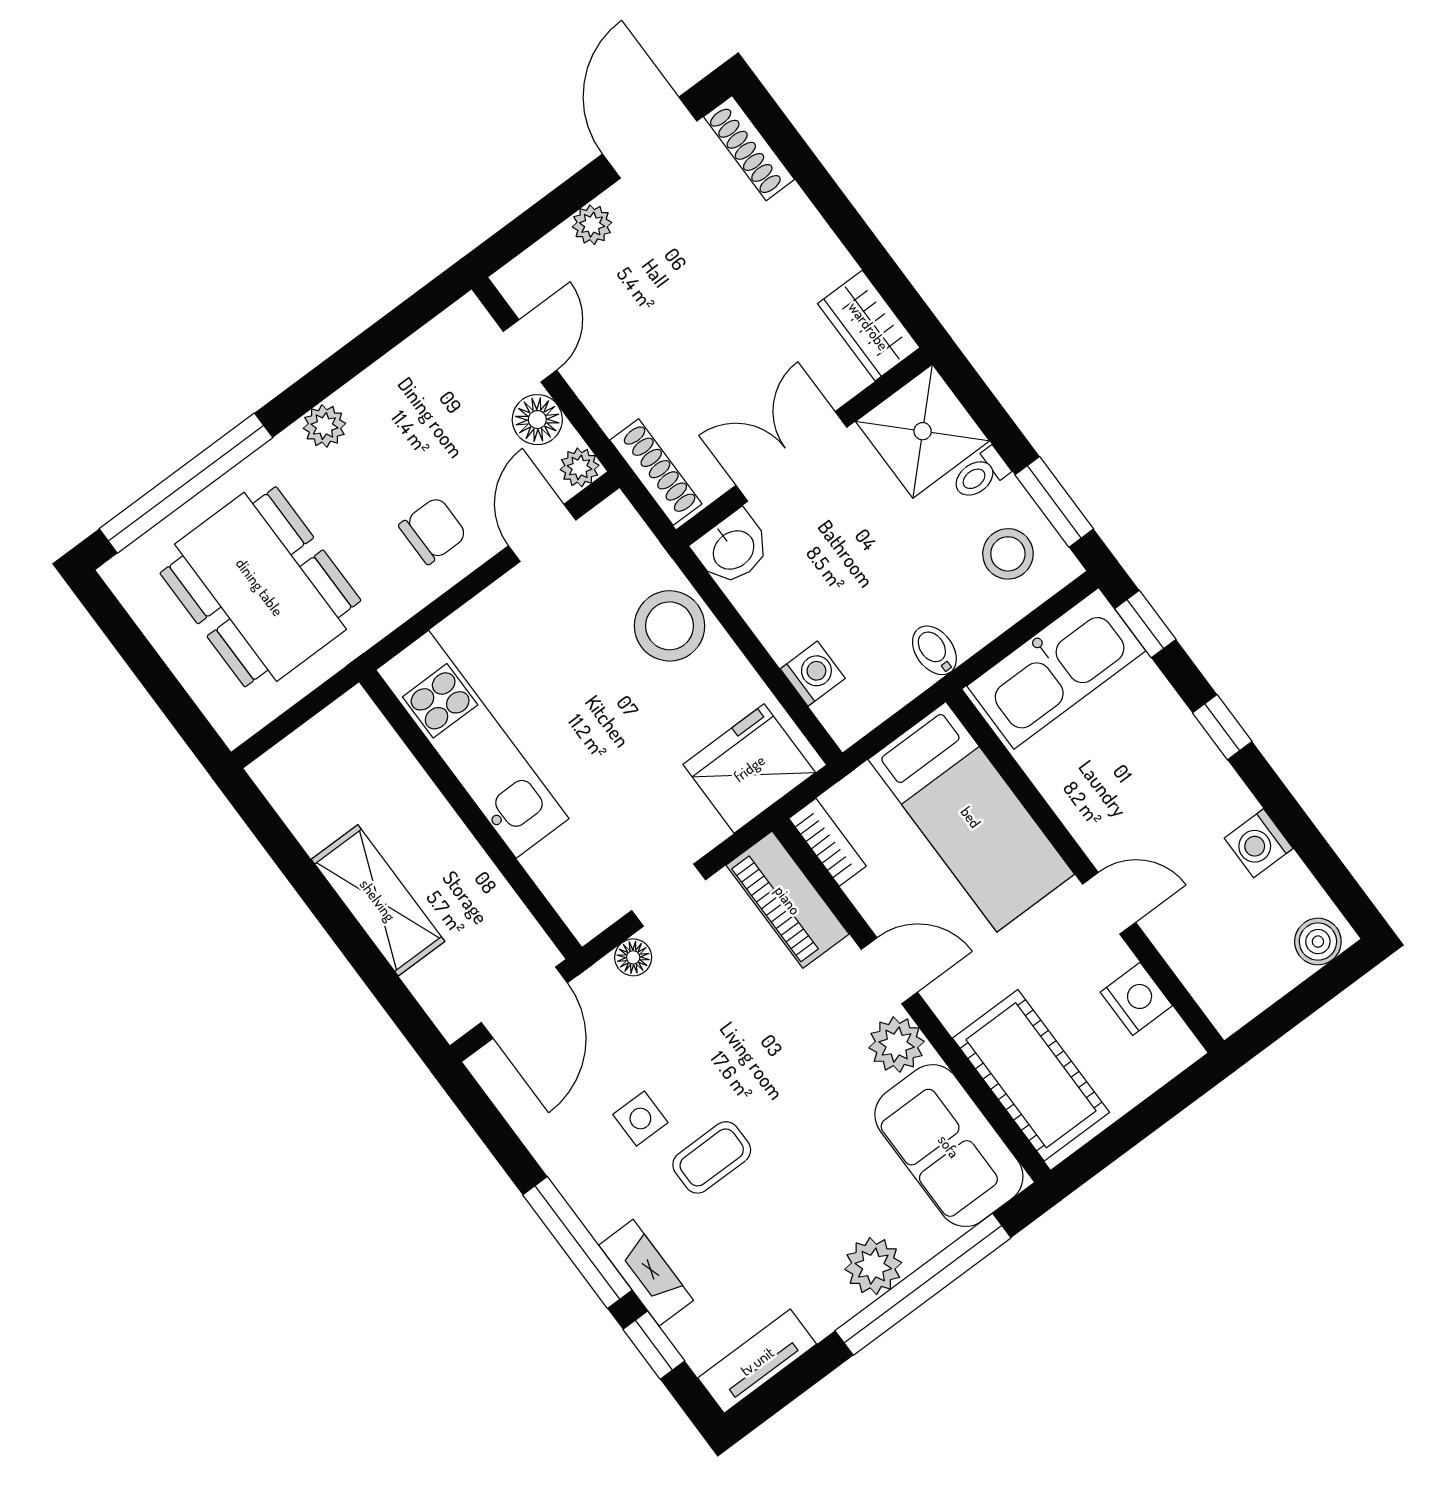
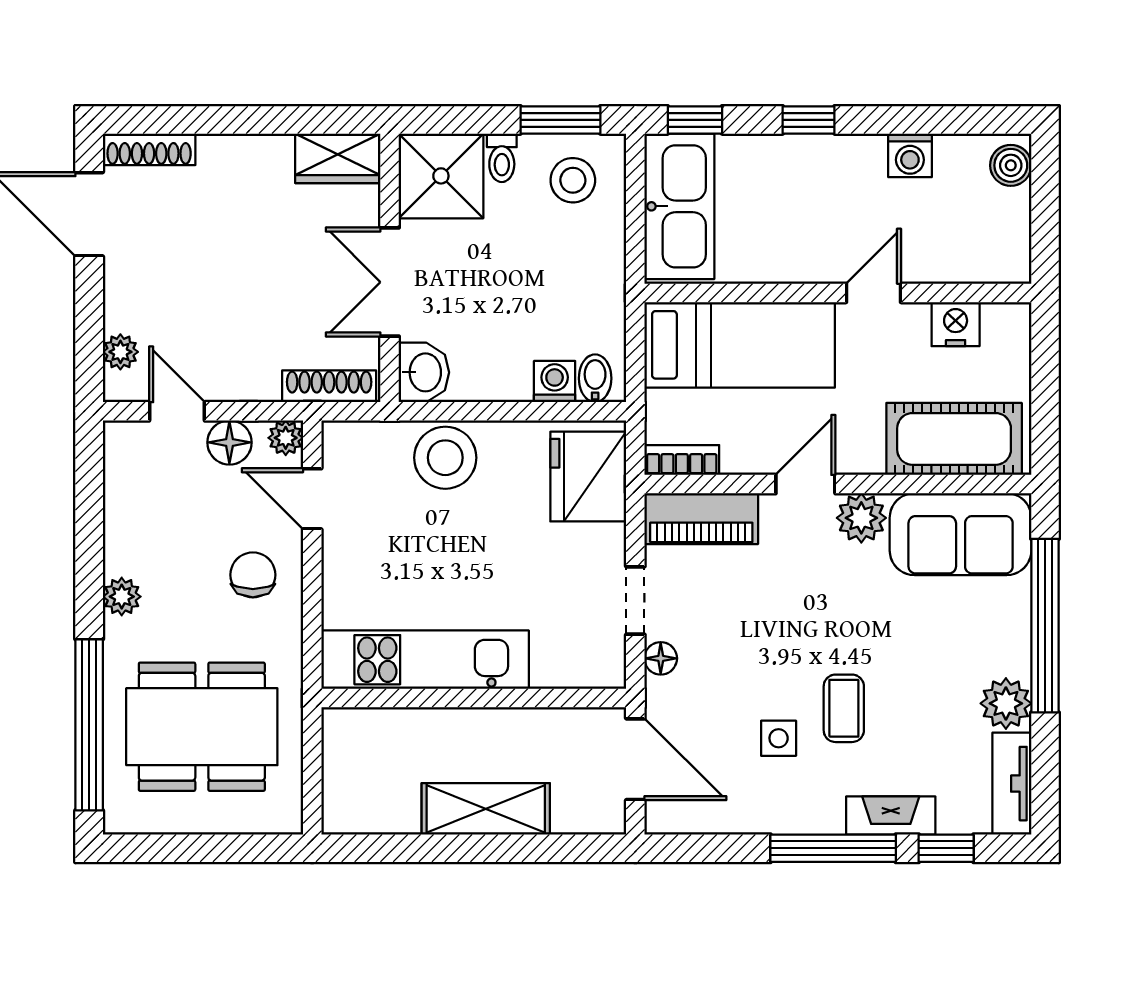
plant: (592, 225) -> (120, 352), moved
bidet: (934, 650) -> (595, 378), moved, turned 90
plant: (873, 1266) -> (1006, 703), moved

